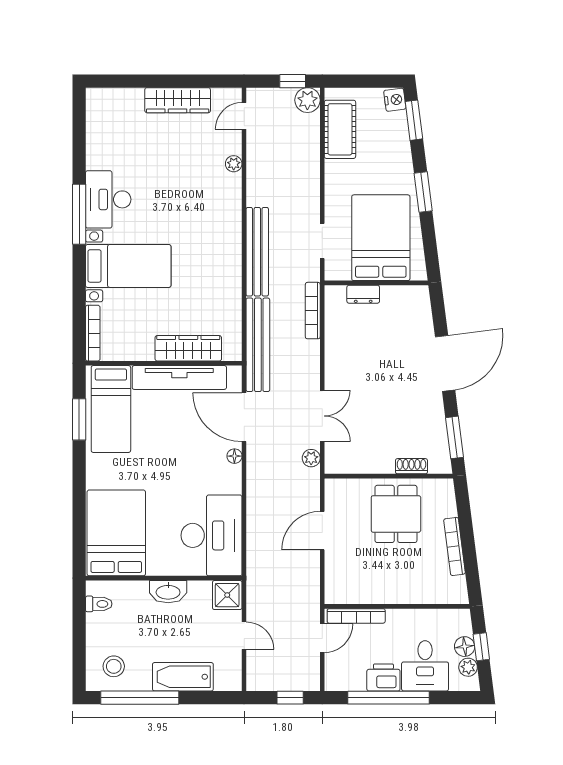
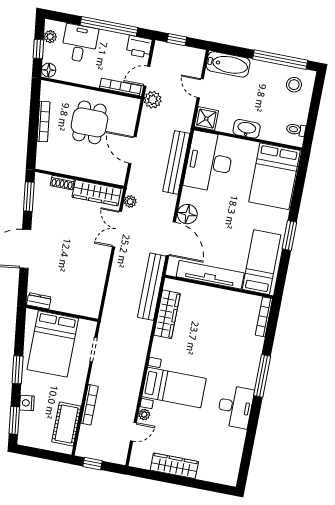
plant: (307, 100) -> (153, 100), moved
nightstand: (395, 100) -> (27, 403), moved
door: (244, 116) -> (133, 432), moved
window: (79, 214) -> (262, 376), moved
bench: (257, 252) -> (176, 162), moved
bed with nightstands: (128, 266) -> (174, 388), moved, turned 180
dresser: (363, 294) -> (39, 301), moved
bookcase: (313, 311) -> (90, 405), moved
wardrobe: (188, 348) -> (167, 314), moved, turned -90
window: (79, 419) -> (289, 235), moved
floor lamp: (234, 456) -> (187, 214), width x1.89, depth x1.89
wardrobe: (361, 461) -> (97, 193), added
dining table: (396, 514) -> (89, 122), moved
door: (322, 531) -> (132, 150), swing flipped
floor lamp: (465, 647) -> (49, 70), moved
bathtub: (183, 677) -> (228, 64), moved
printer: (383, 677) -> (139, 47), moved

